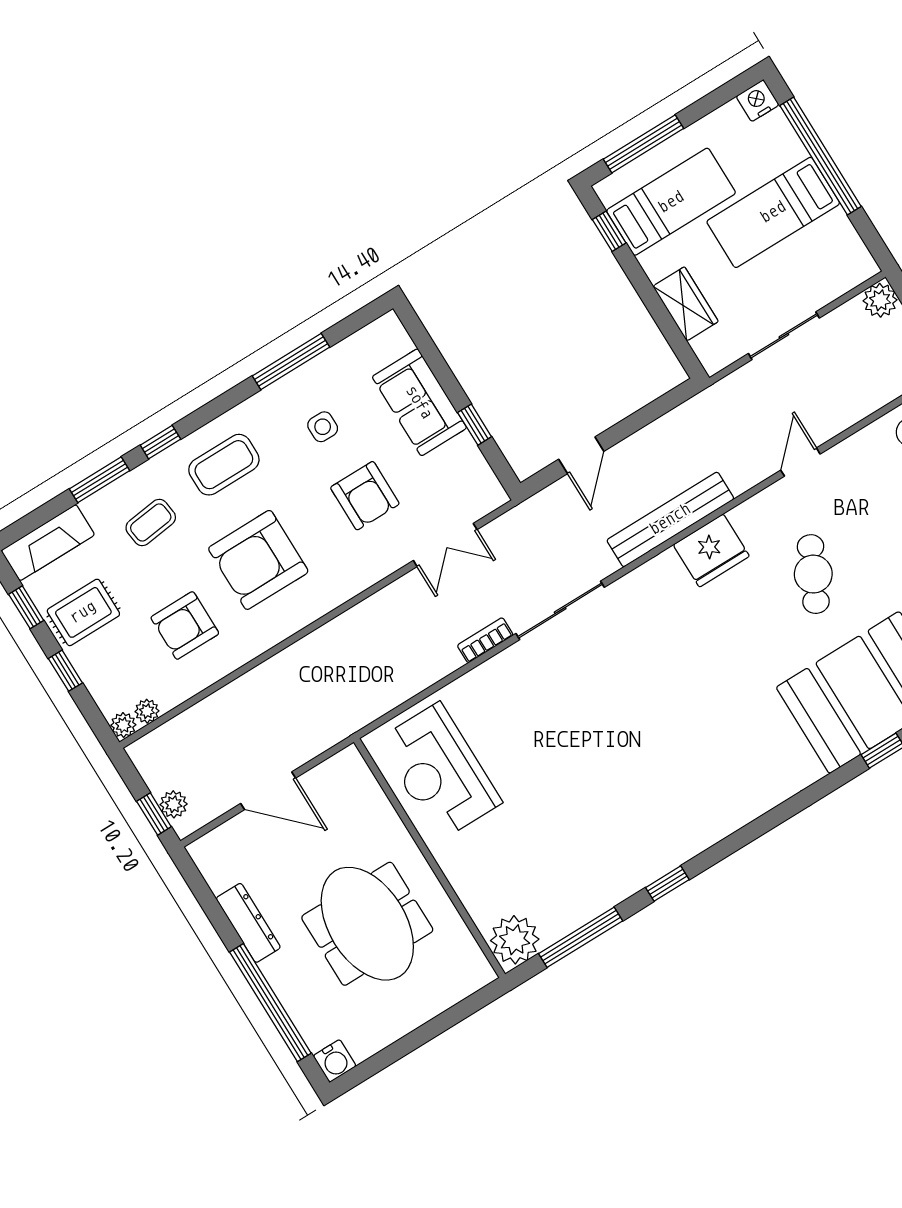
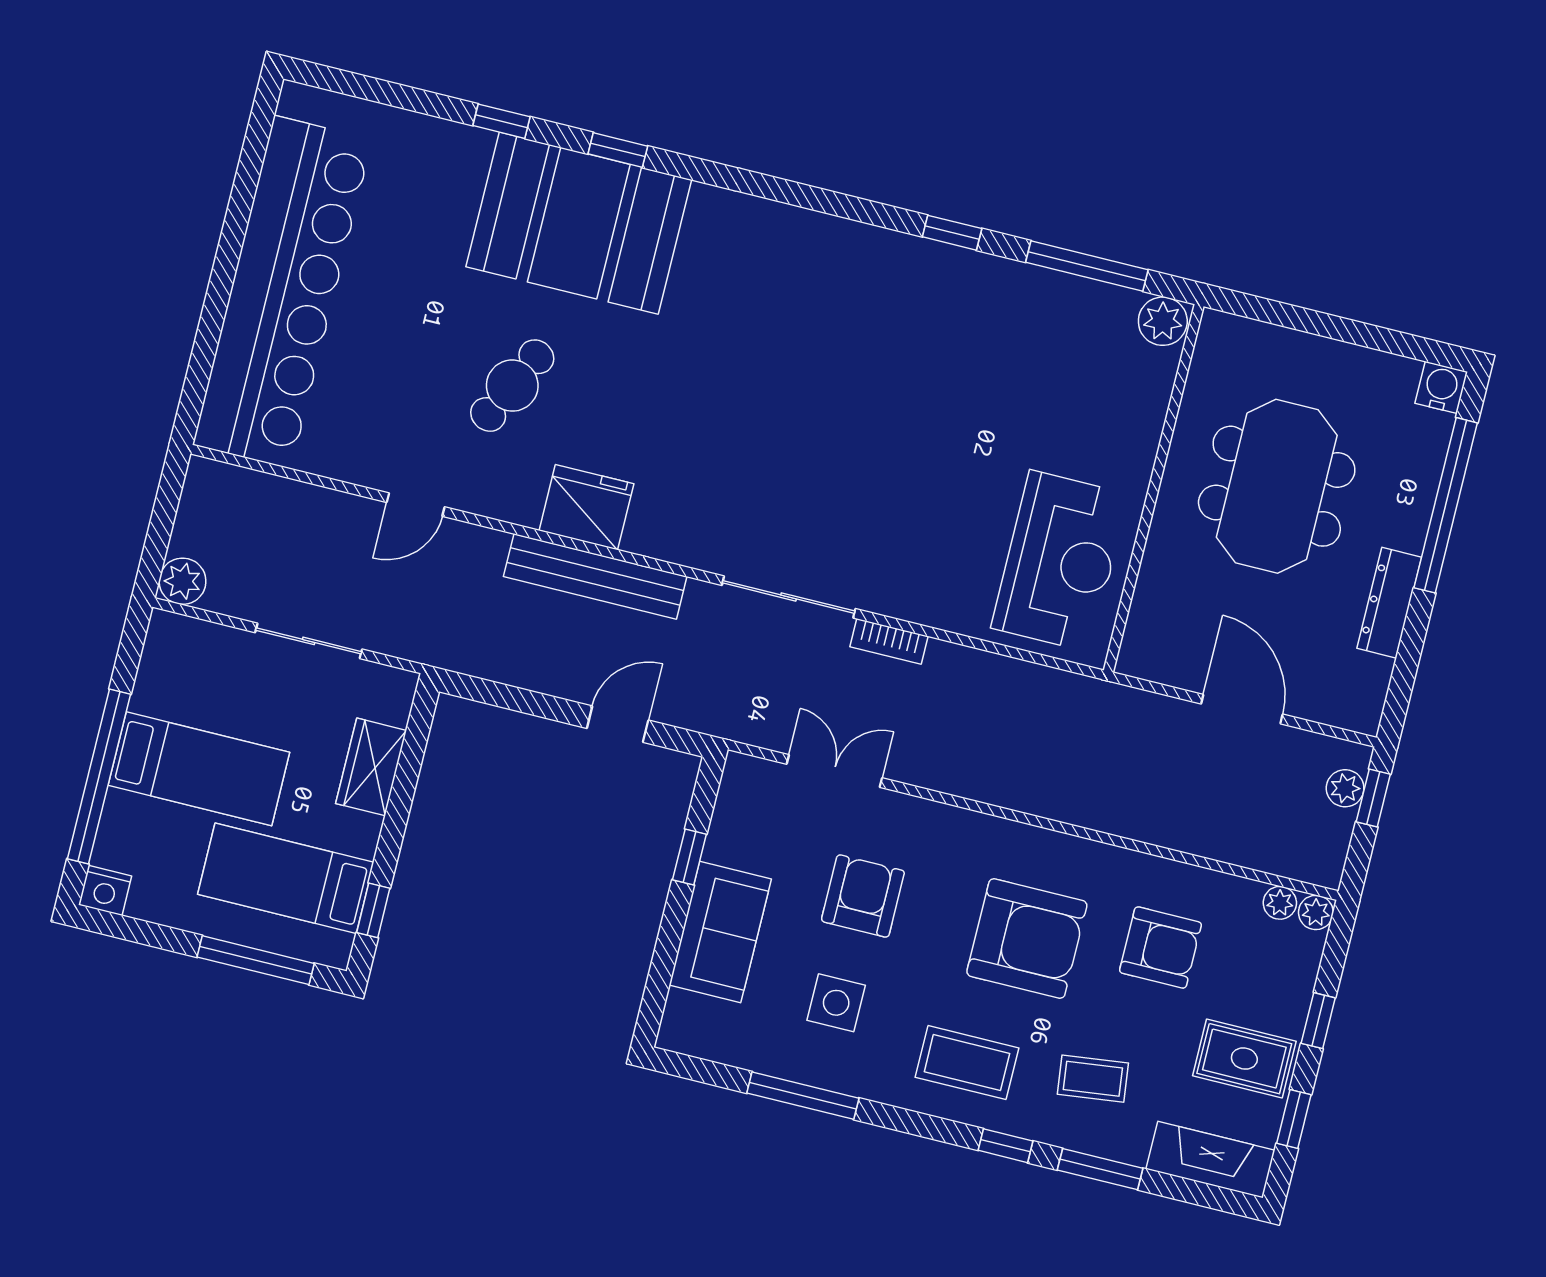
side table: (323, 427) -> (836, 1003), width x1.37, depth x1.37
plant: (515, 940) -> (1163, 321), width x0.73, depth x0.73

